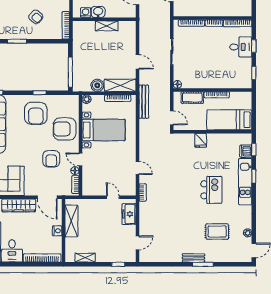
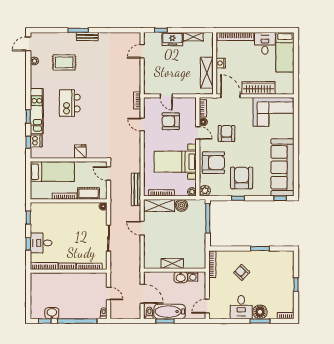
plant: (73, 100) -> (205, 191), added
armchair: (108, 171) -> (171, 121), added
freezer: (129, 214) -> (172, 39), moved, turned 90

